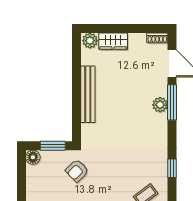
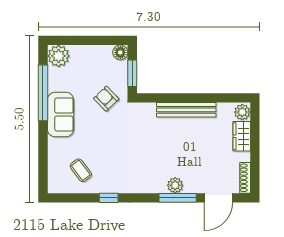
shoe rack: (157, 38) -> (245, 178), width x1.43

